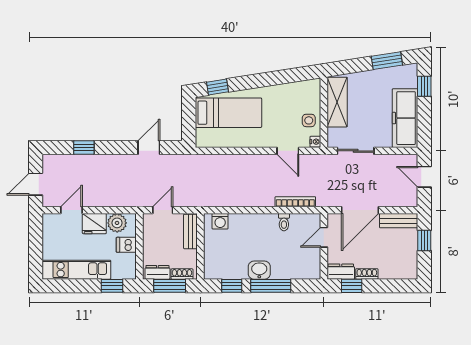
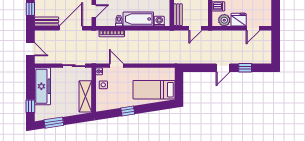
window: (218, 87) -> (128, 111), moved
door: (149, 148) -> (223, 68), moved
door: (36, 184) -> (276, 45), removed
bathtub: (253, 225) -> (138, 19), added

